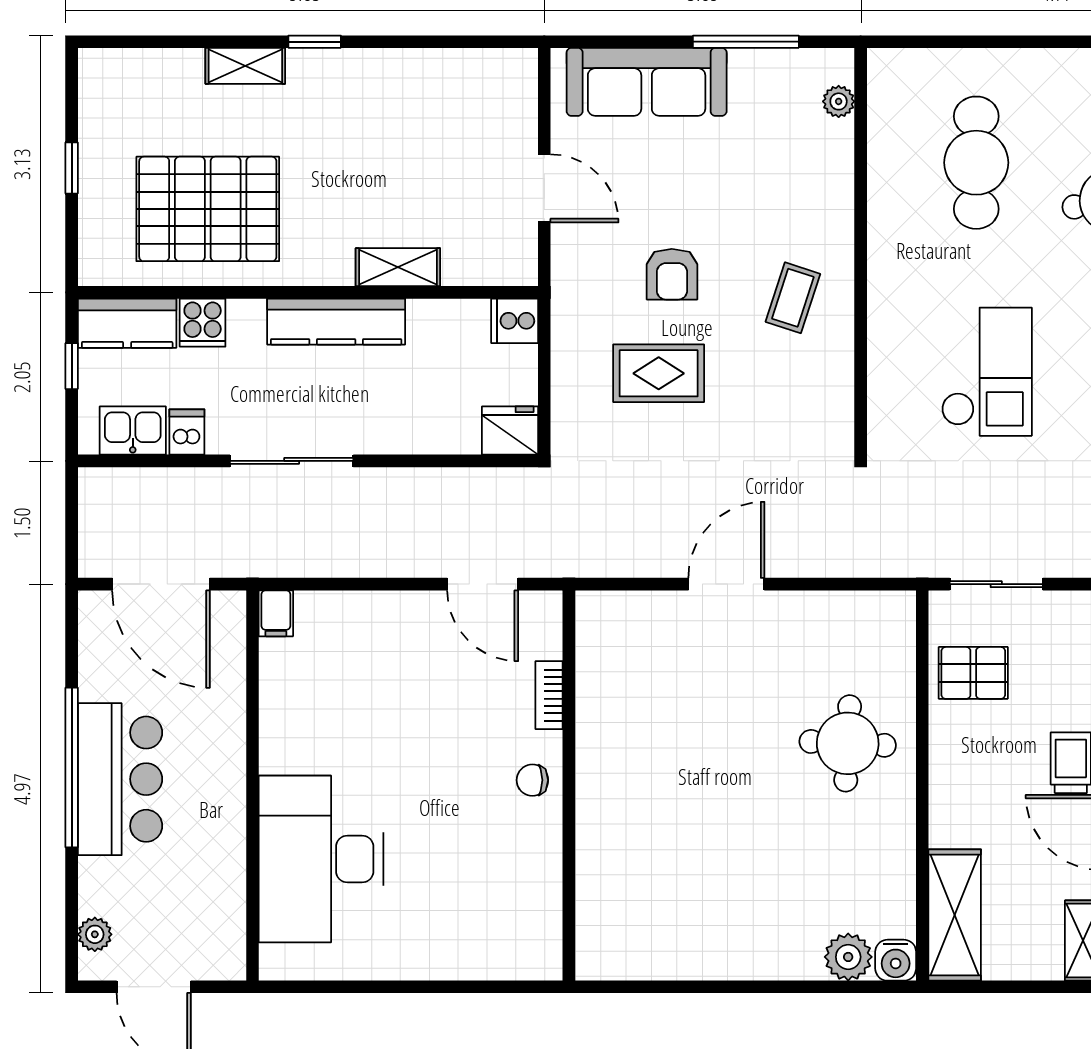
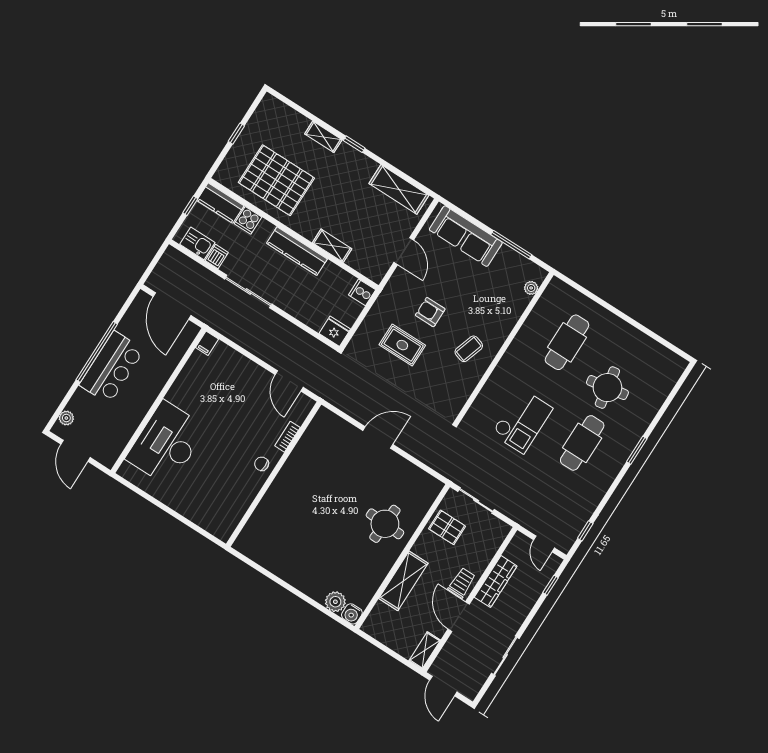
shelving: (458, 74) -> (399, 189), added
armchair: (672, 274) -> (430, 312), turned 90
shelving: (955, 915) -> (403, 581), moved

